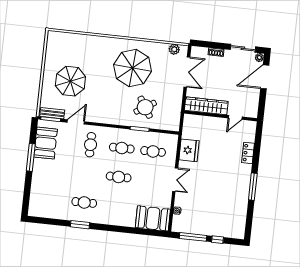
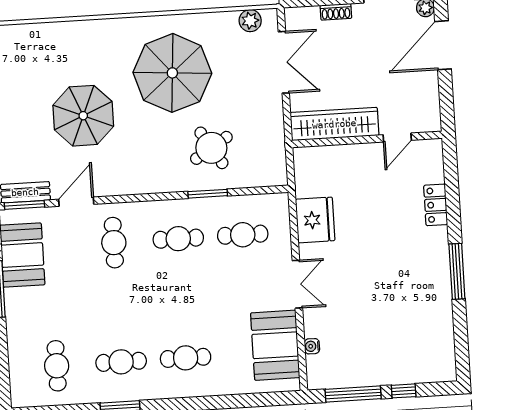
parasol: (70, 81) -> (83, 116), moved
cafe table: (119, 177) -> (186, 358), moved
cafe table: (53, 199) -> (57, 366), added
booth: (153, 218) -> (275, 345), moved, turned 90

